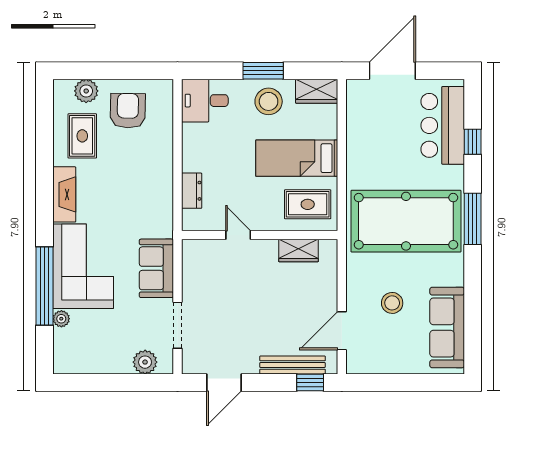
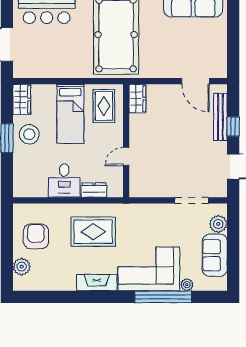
desk: (205, 101) -> (64, 180), moved
armchair: (128, 111) -> (36, 236), turned 89
rug: (82, 136) -> (93, 232), moved, width x1.36, depth x1.43
wardrobe: (298, 251) -> (137, 99), moved
sofa: (156, 268) -> (215, 255), moved, turned 90
stool: (392, 303) -> (175, 45), removed
window: (310, 382) -> (233, 126), moved

